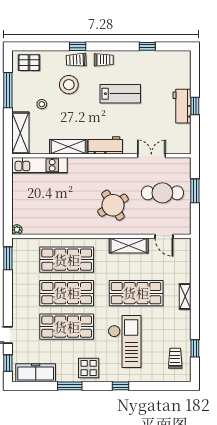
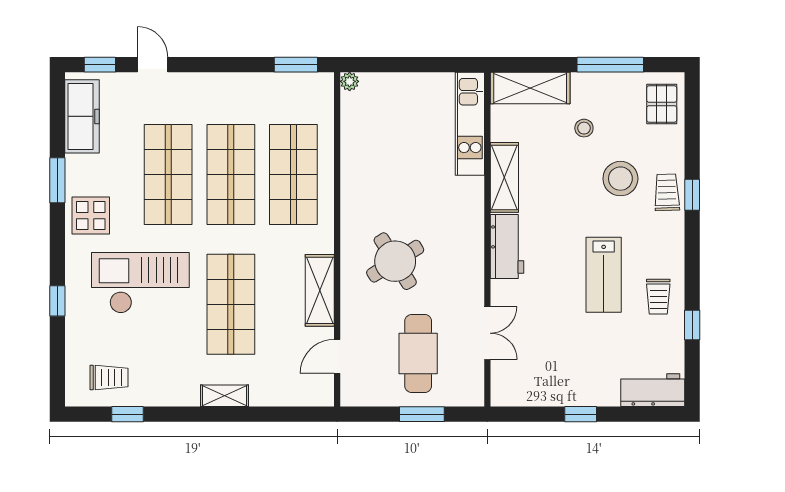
trolley: (104, 60) -> (658, 297), moved
workbench: (182, 106) -> (653, 390), moved
checkout: (125, 342) -> (140, 283), turned 180
window: (120, 386) -> (57, 301), moved

